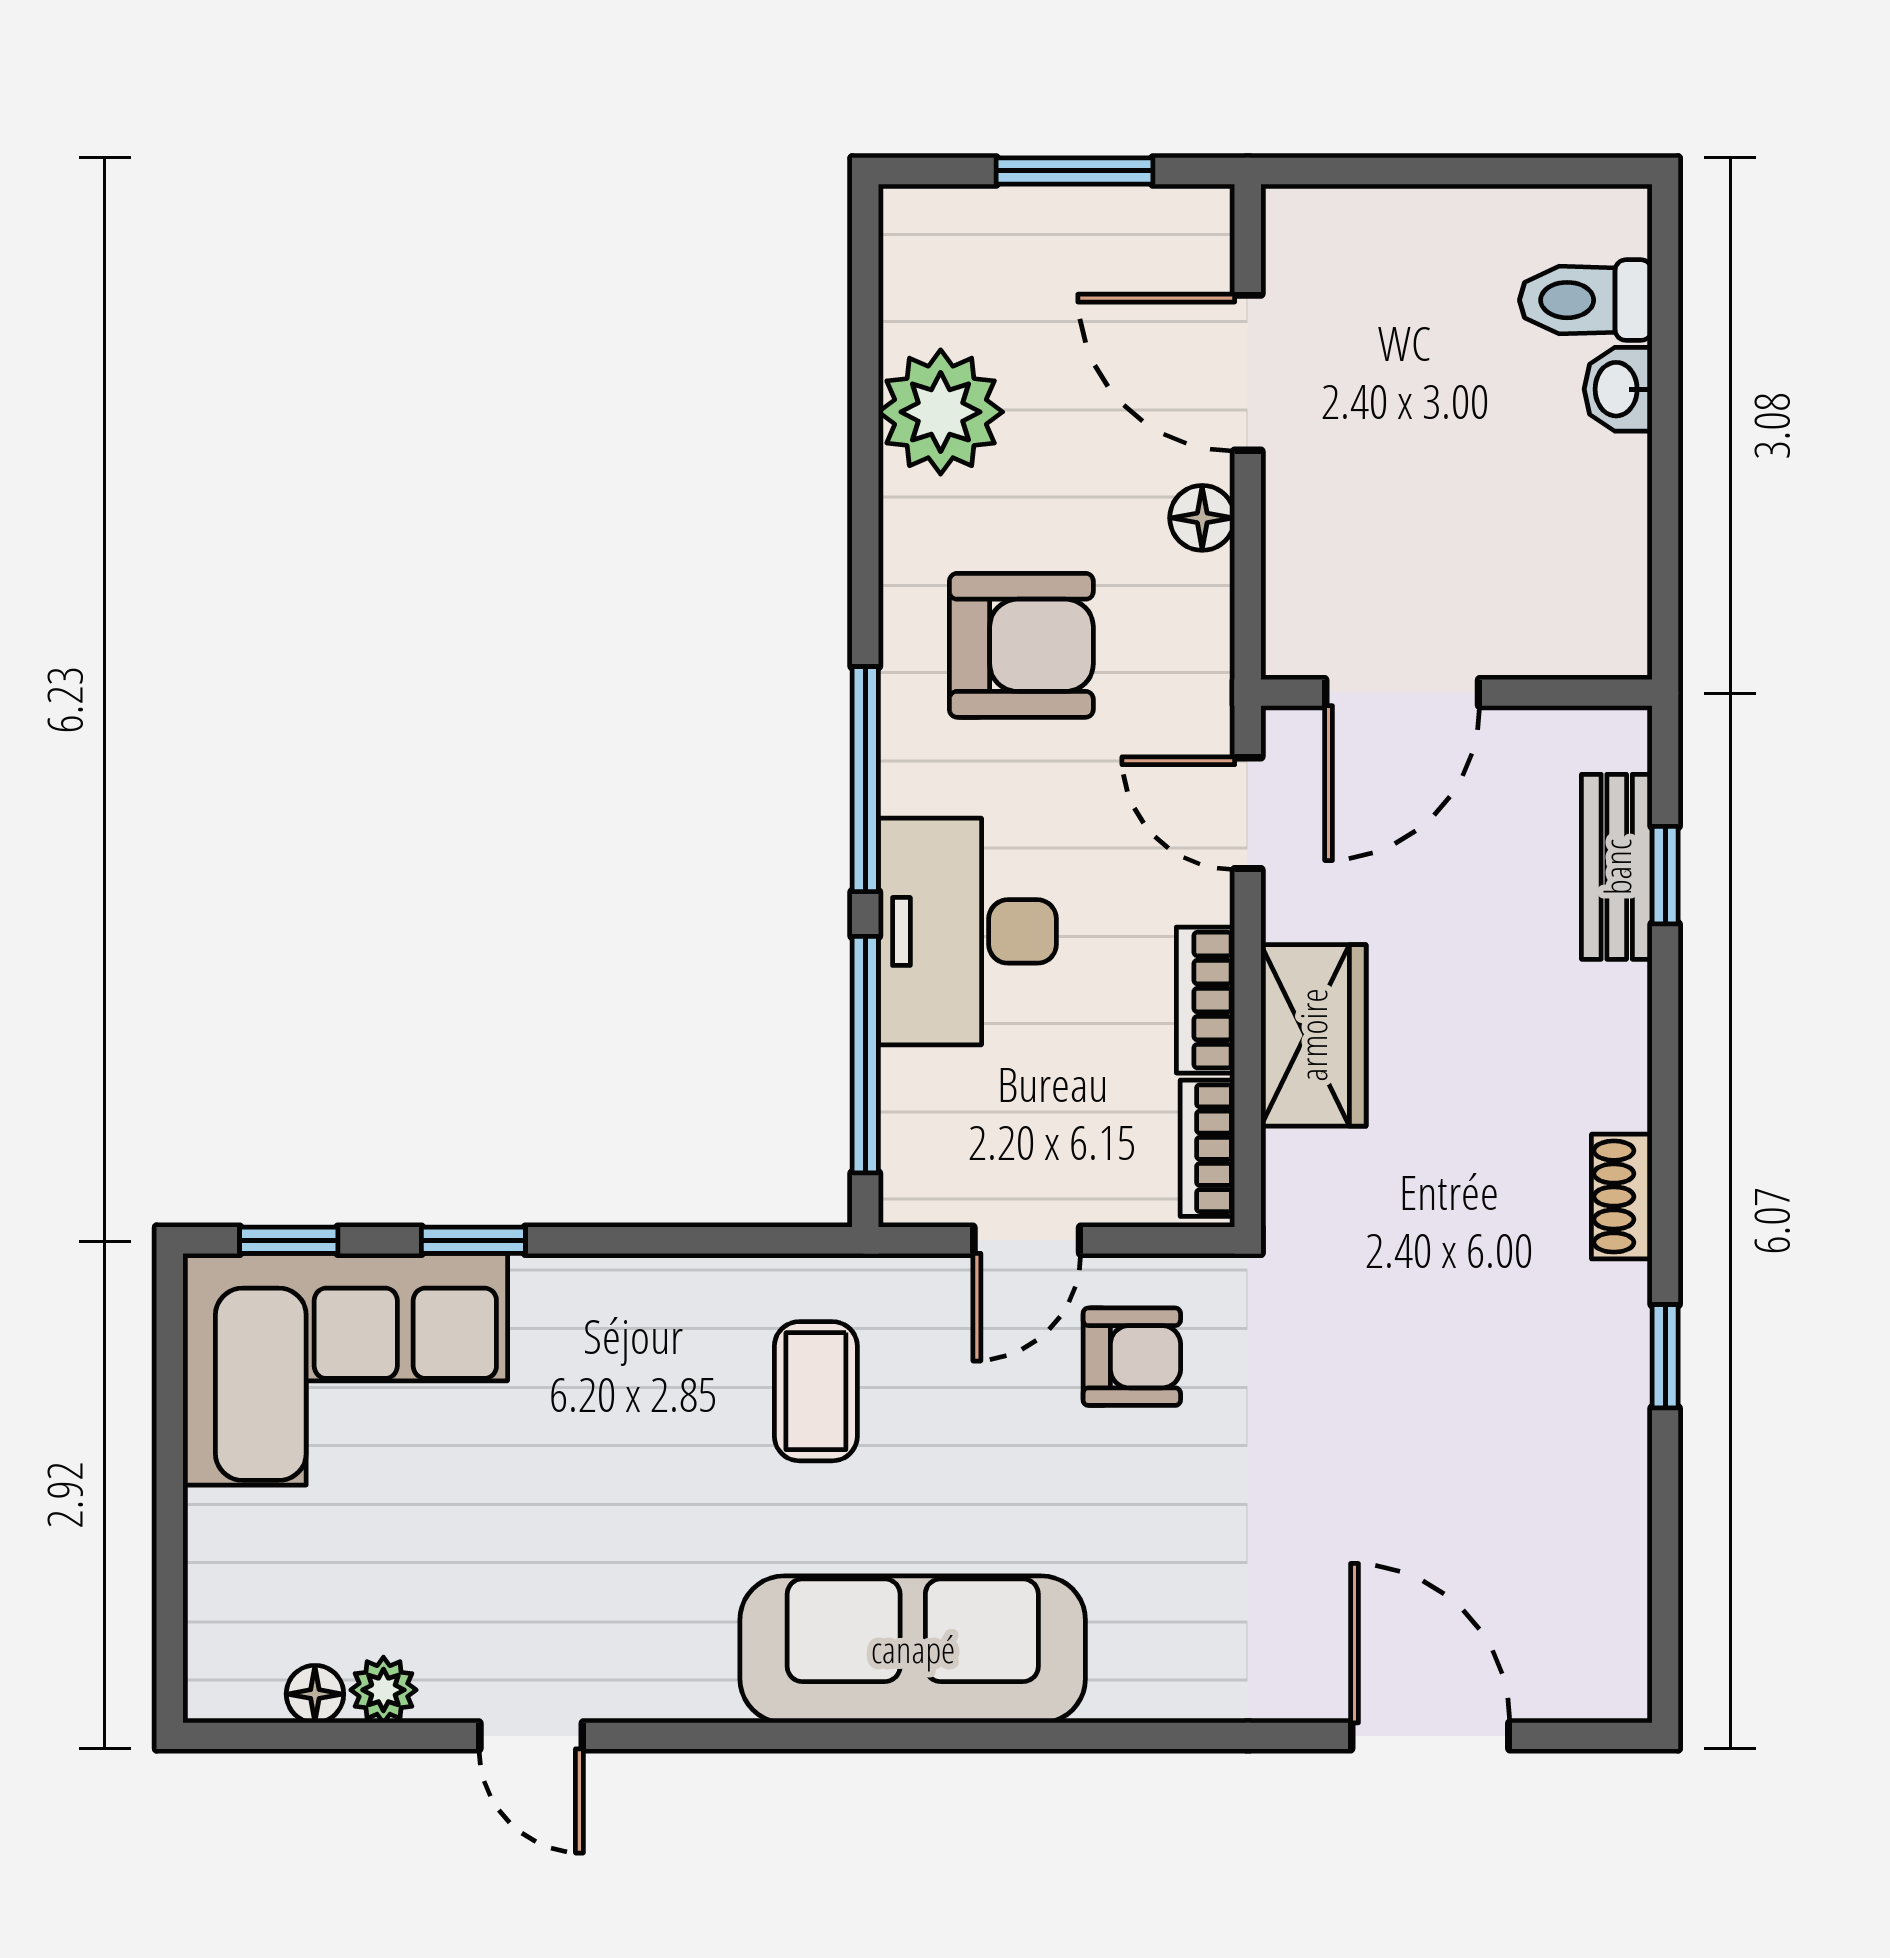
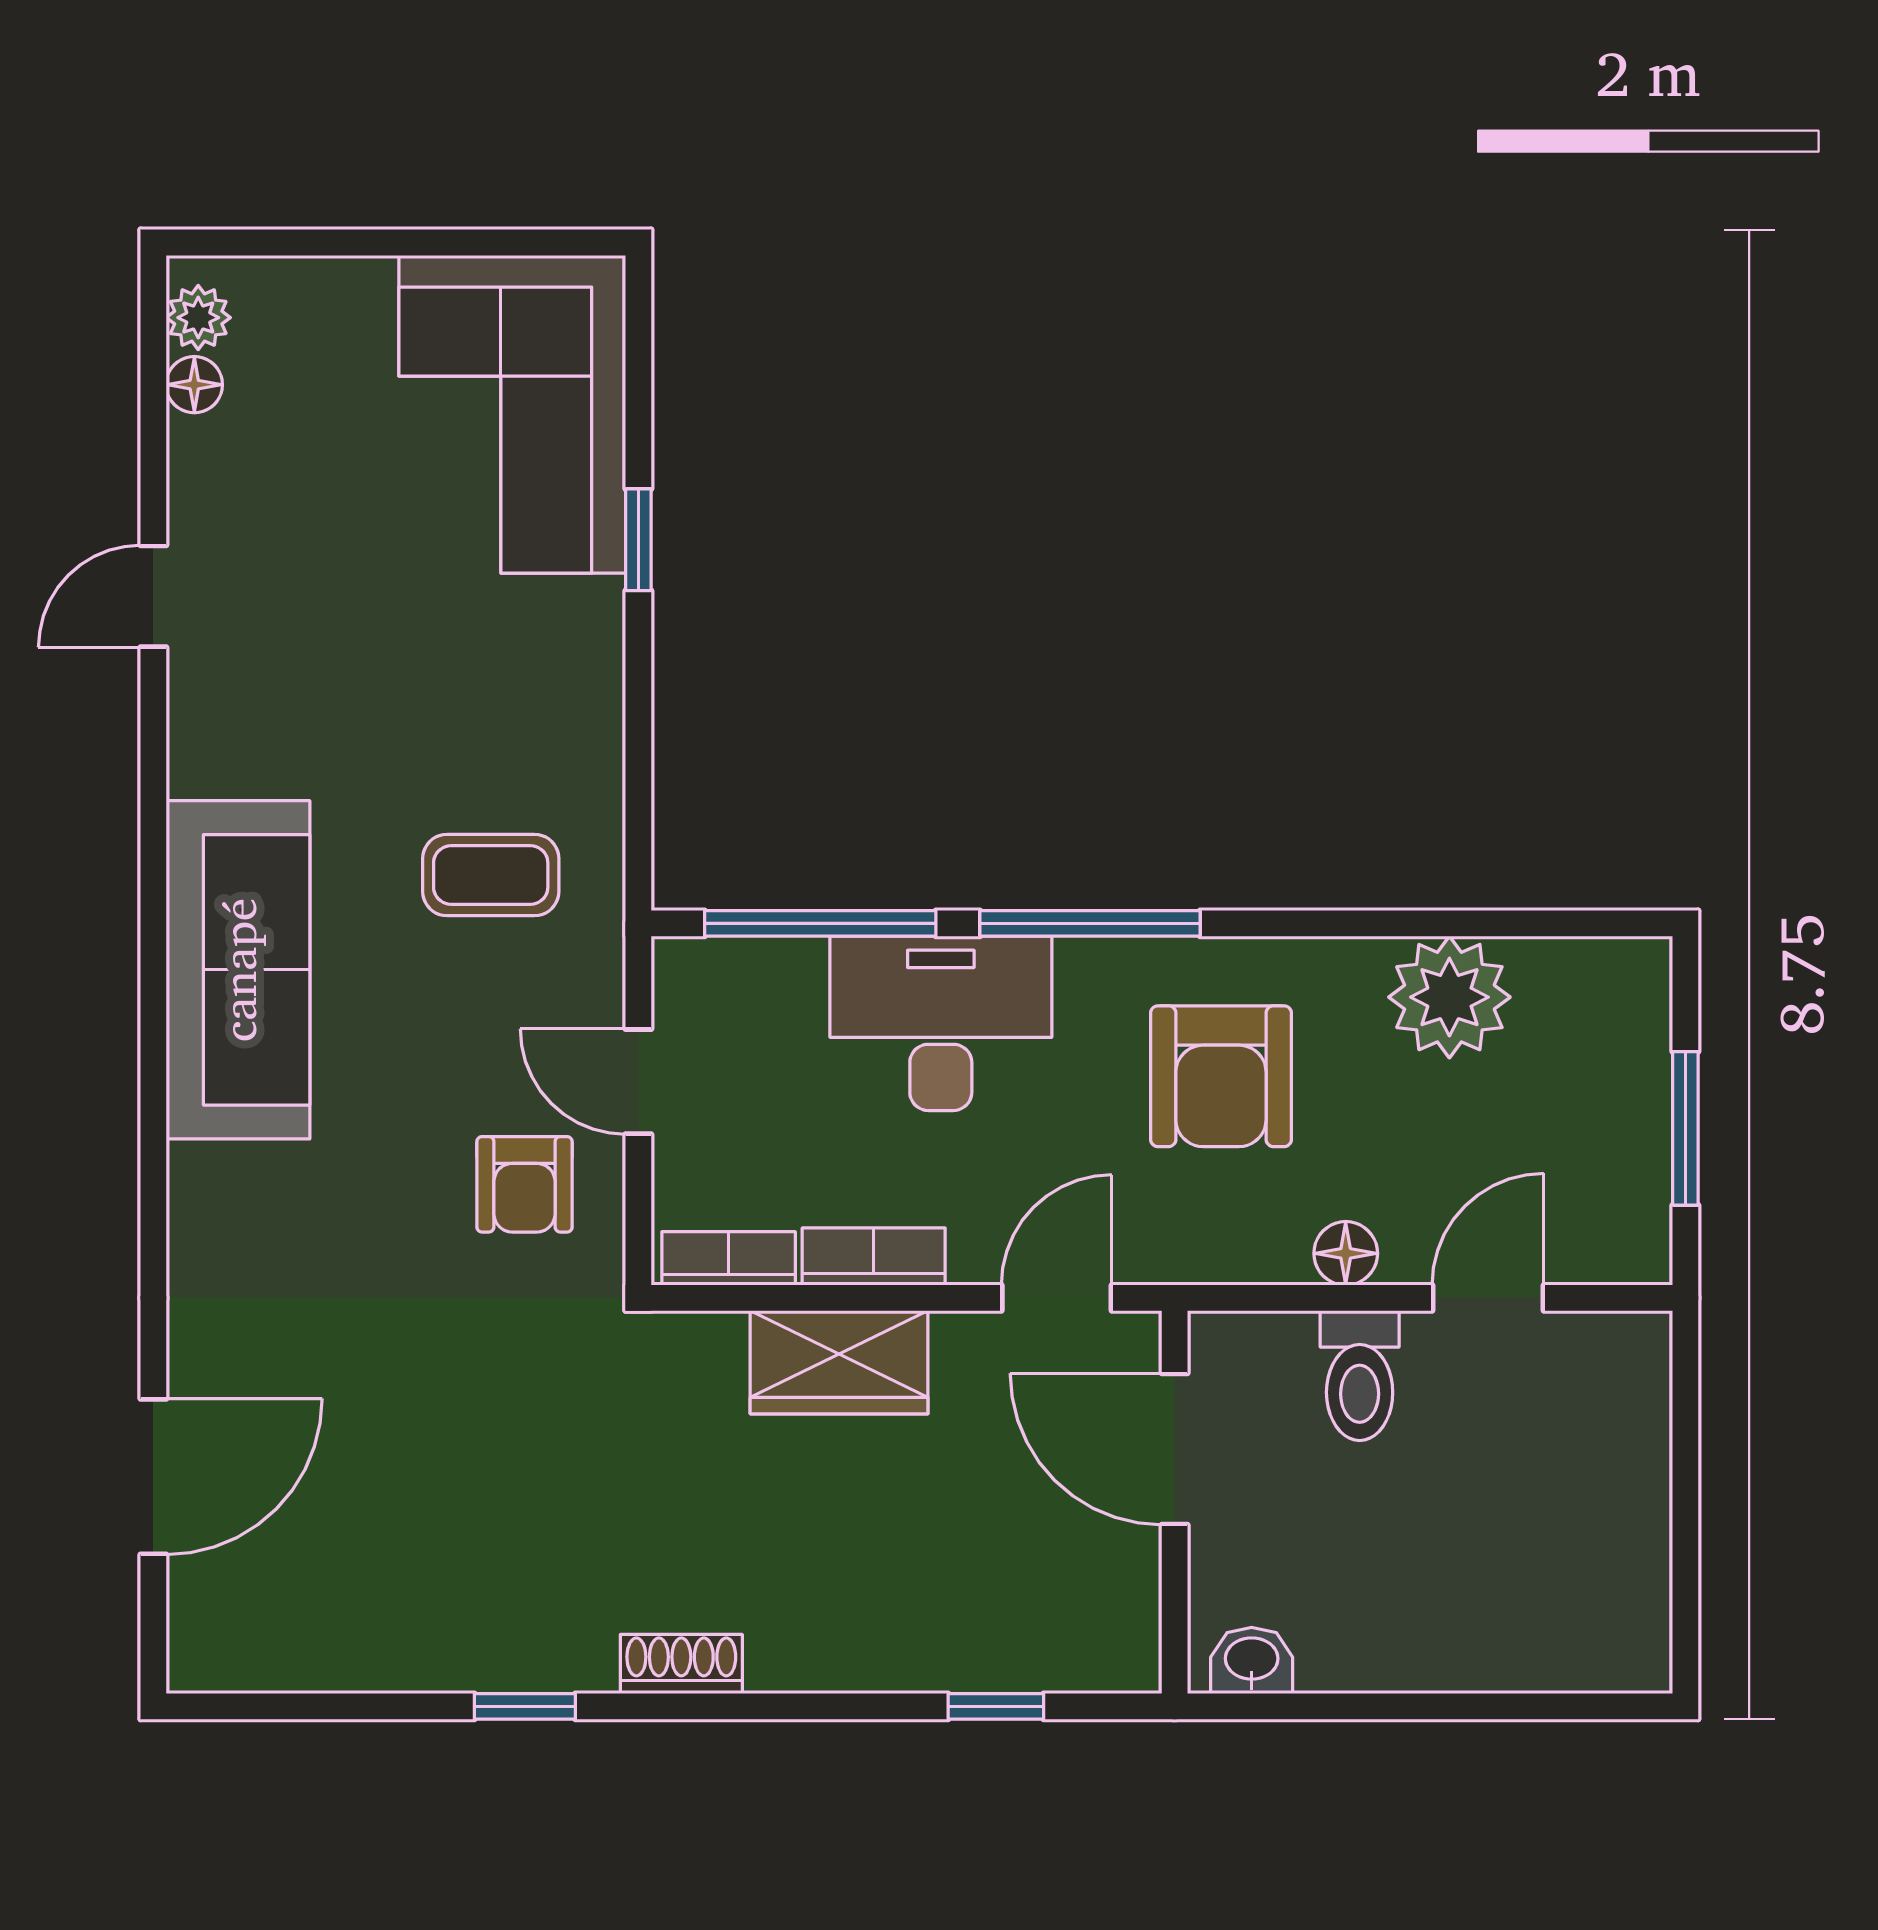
toilet: (1586, 300) -> (1360, 1376), moved, turned 180
door: (1248, 373) -> (1488, 1298), width x0.73
washbasin: (1618, 389) -> (1252, 1660), moved
bench: (1617, 867) -> (1004, 1659), removed
window: (289, 1240) -> (638, 359), removed
plant: (383, 1690) -> (198, 318), moved

